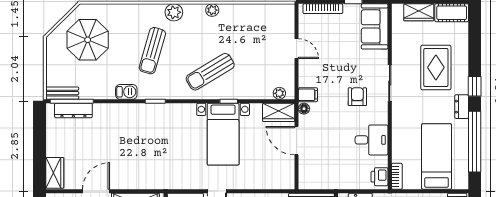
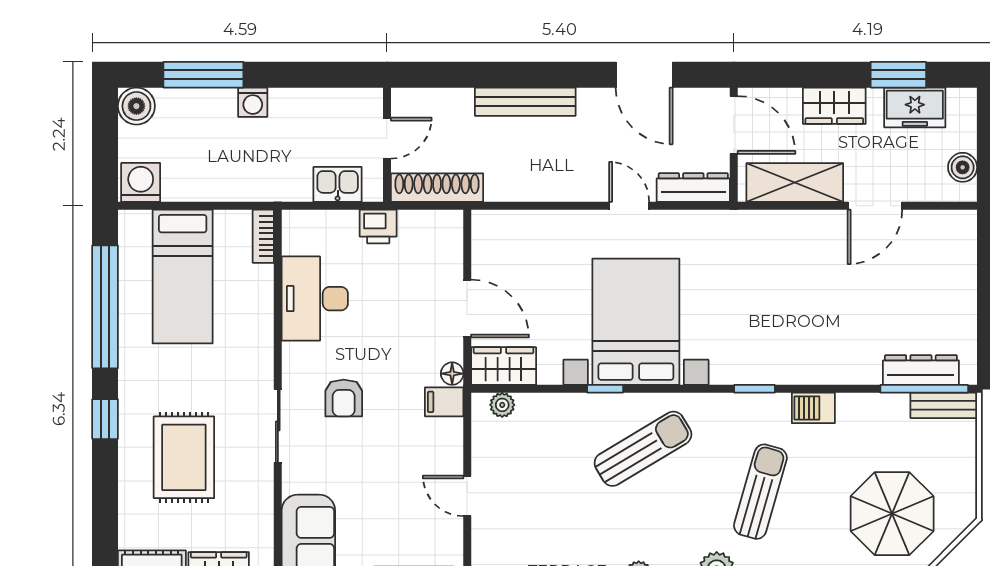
dresser: (462, 107) -> (132, 378), removed
bed with nightstands: (223, 134) -> (636, 322), width x1.36
desk: (372, 140) -> (315, 299), width x1.37
wardrobe: (55, 173) -> (959, 243), removed
printer: (380, 177) -> (378, 226), moved, turned 90

